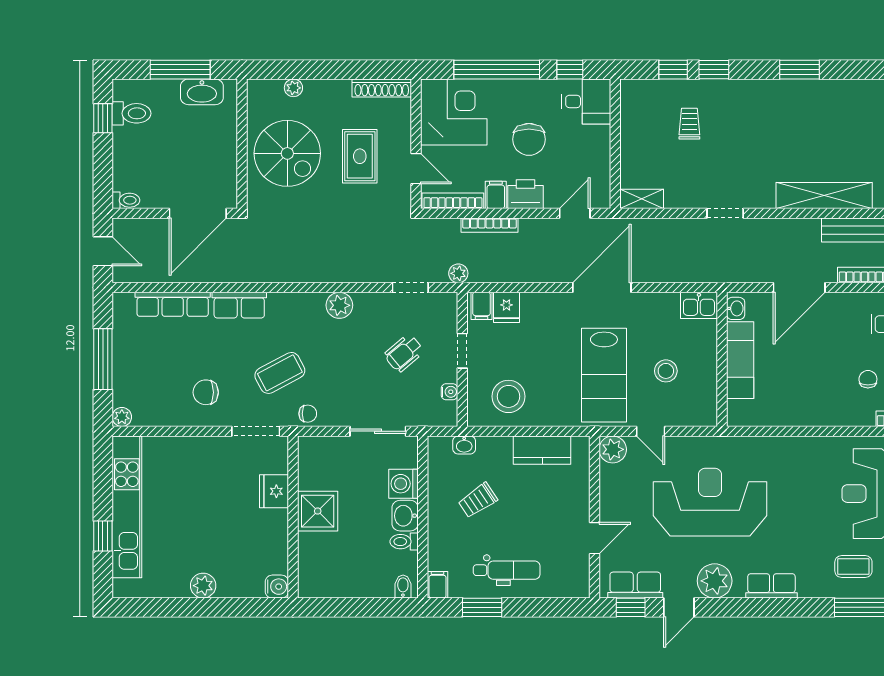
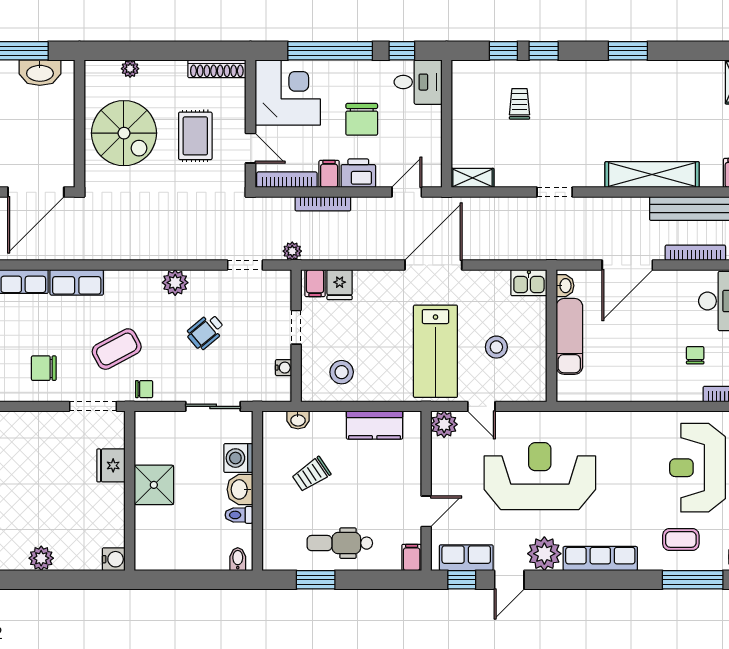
wheelchair: (404, 353) -> (206, 332), moved
stool: (509, 396) -> (342, 372), width x0.73, depth x0.73
dental chair: (507, 570) -> (340, 543), turned 180
filing cabinet: (438, 585) -> (412, 557), moved
row of seats: (771, 586) -> (600, 559), width x1.48

